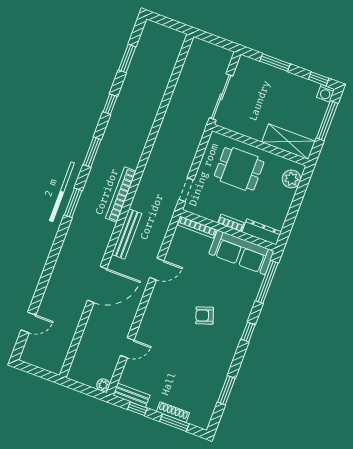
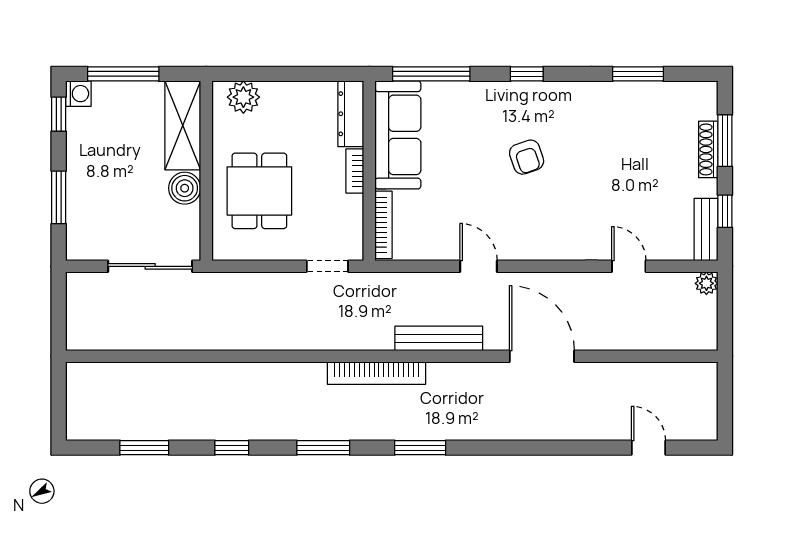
boiler: (255, 130) -> (185, 188), added

